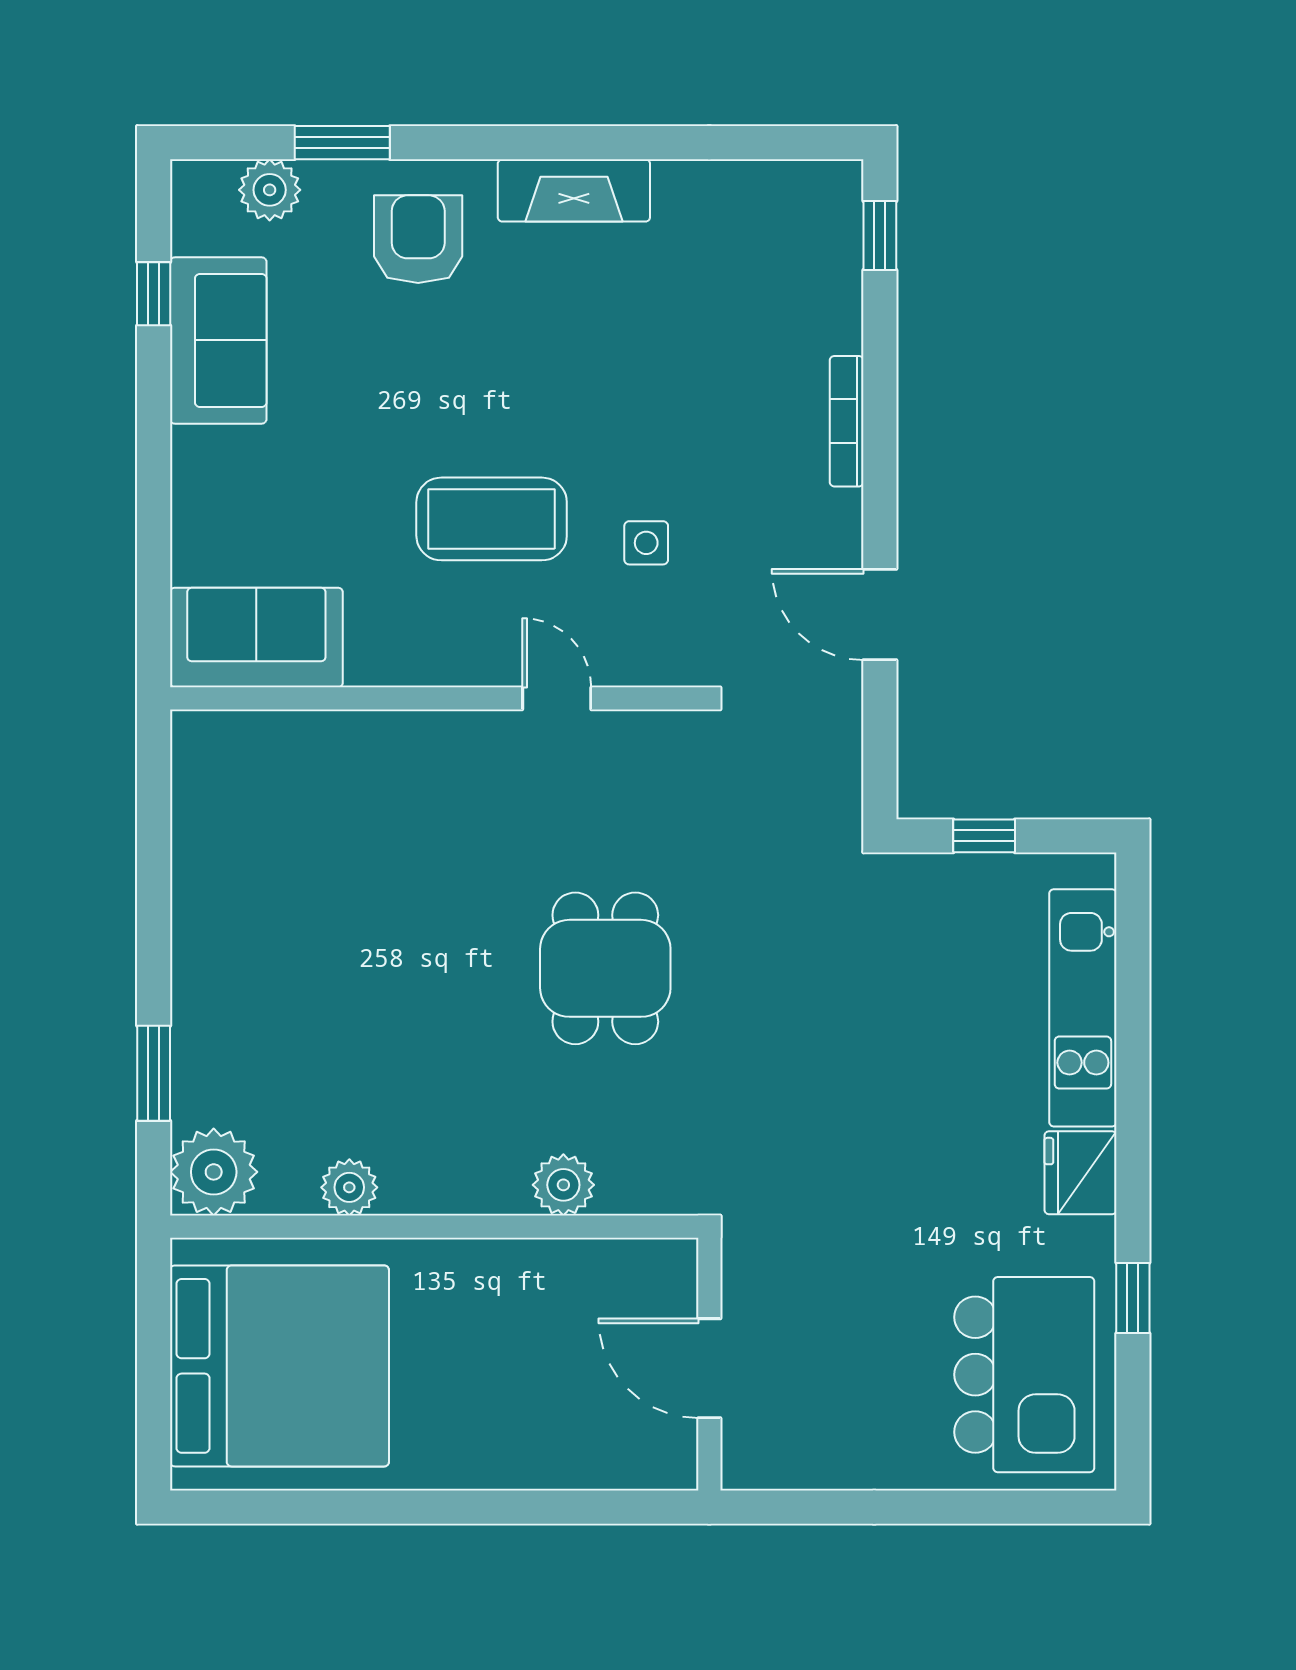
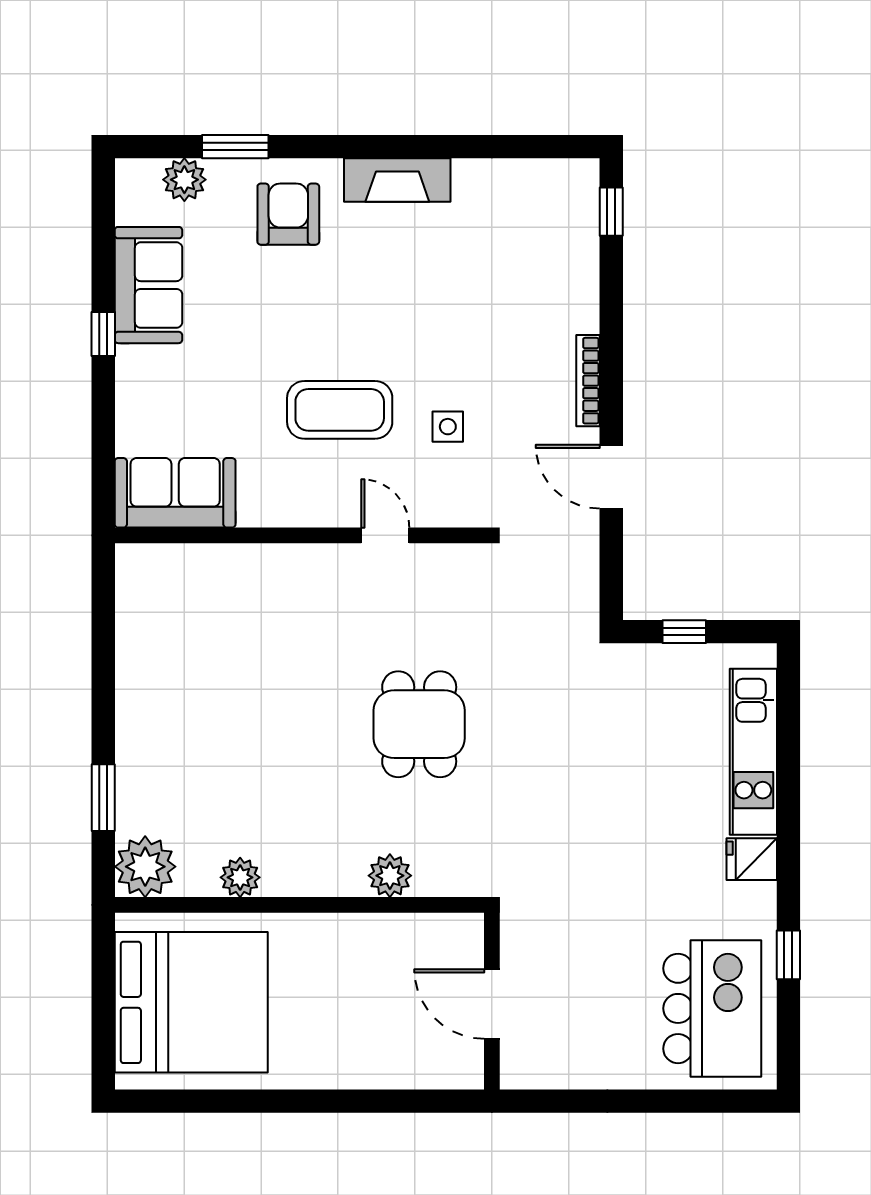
window: (154, 294) -> (103, 334), moved
bookcase: (847, 421) -> (588, 381), moved
fridge: (1081, 1173) -> (752, 859), width x0.72

